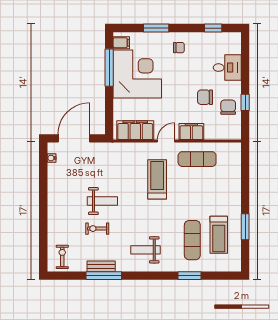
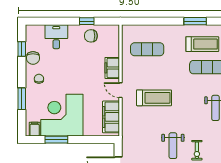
window: (109, 68) -> (56, 140), width x0.69
chair: (205, 97) -> (33, 58), moved
exercise mat: (197, 159) -> (147, 49), moved, turned 90
treadmill: (157, 179) -> (154, 98), turned 180
weight bench: (102, 201) -> (173, 146), turned 180

